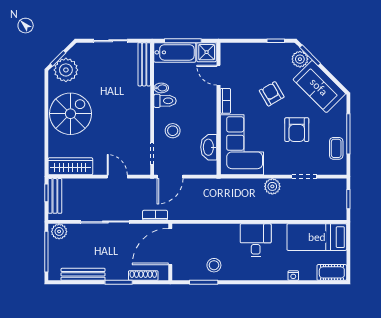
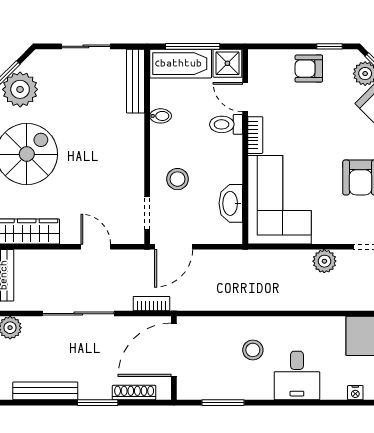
armchair: (272, 94) -> (309, 69), moved, turned -60
toilet: (165, 101) -> (226, 124), moved, turned 180
desk: (256, 240) -> (297, 375), moved, turned 180
stool: (214, 265) -> (253, 350), moved

